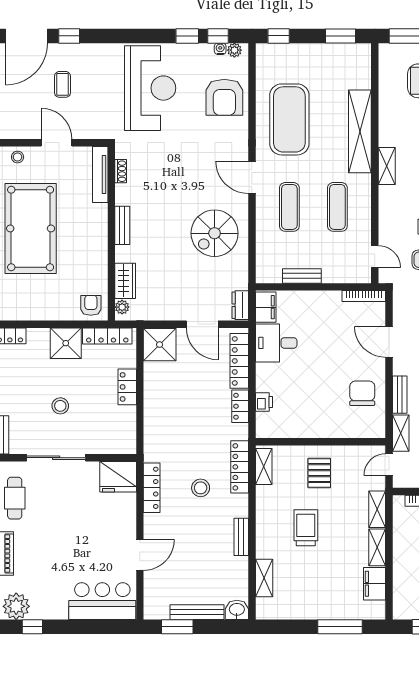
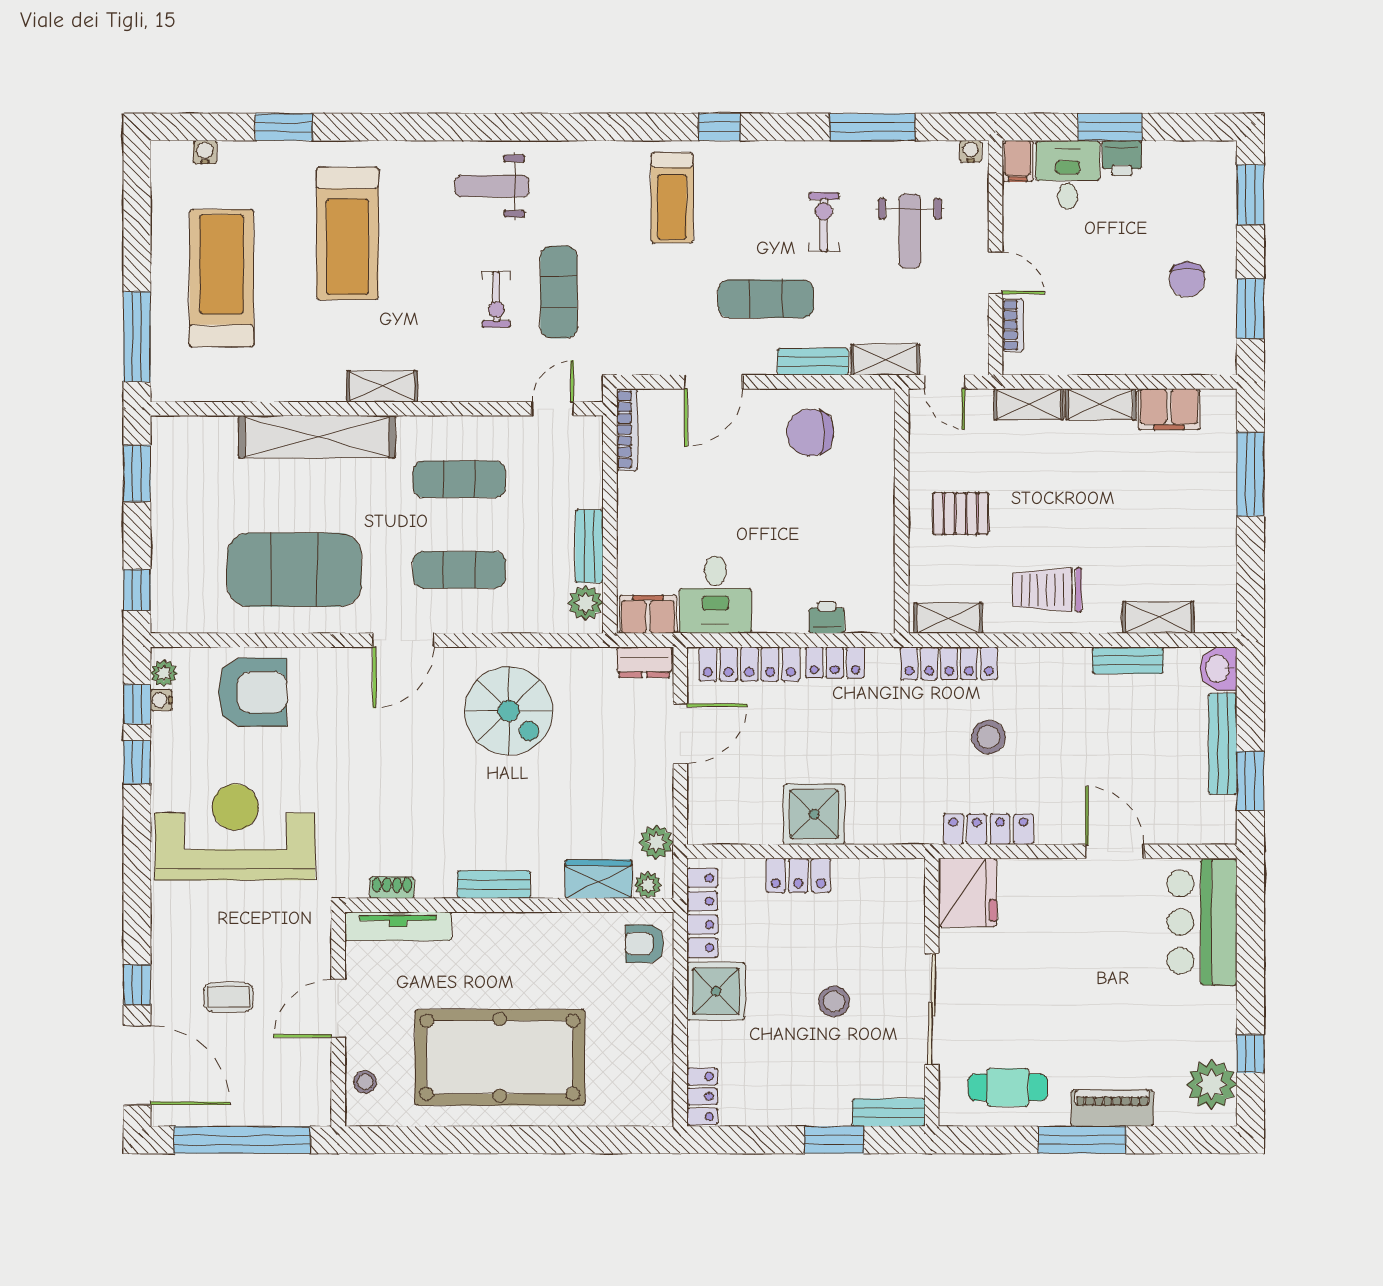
plant: (272, 274) -> (586, 603), added
plant: (145, 311) -> (656, 842), added
shower: (160, 345) -> (814, 814), moved
trolley: (306, 528) -> (1047, 590), moved
bench: (241, 537) -> (1128, 660), moved

